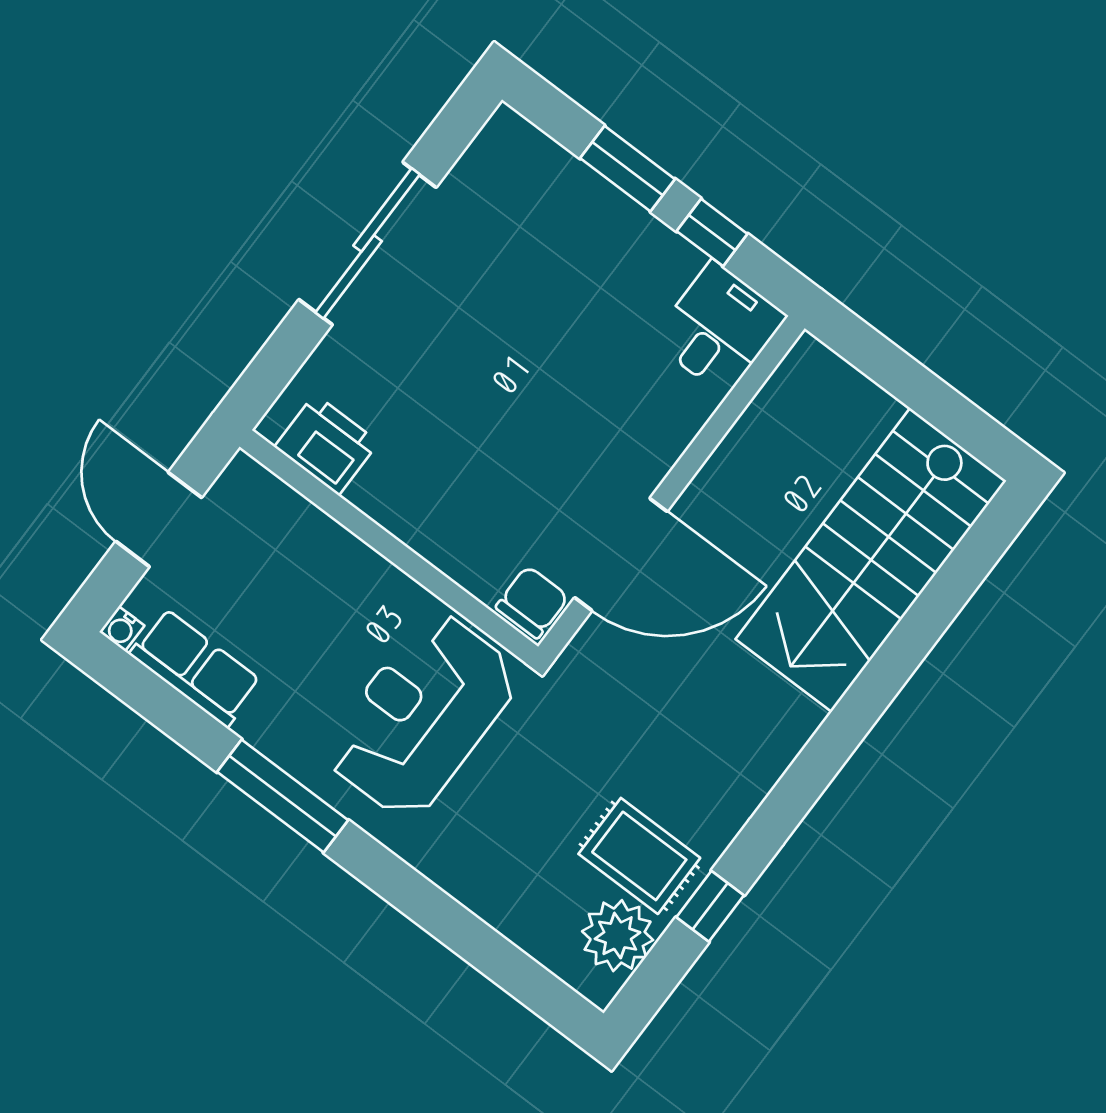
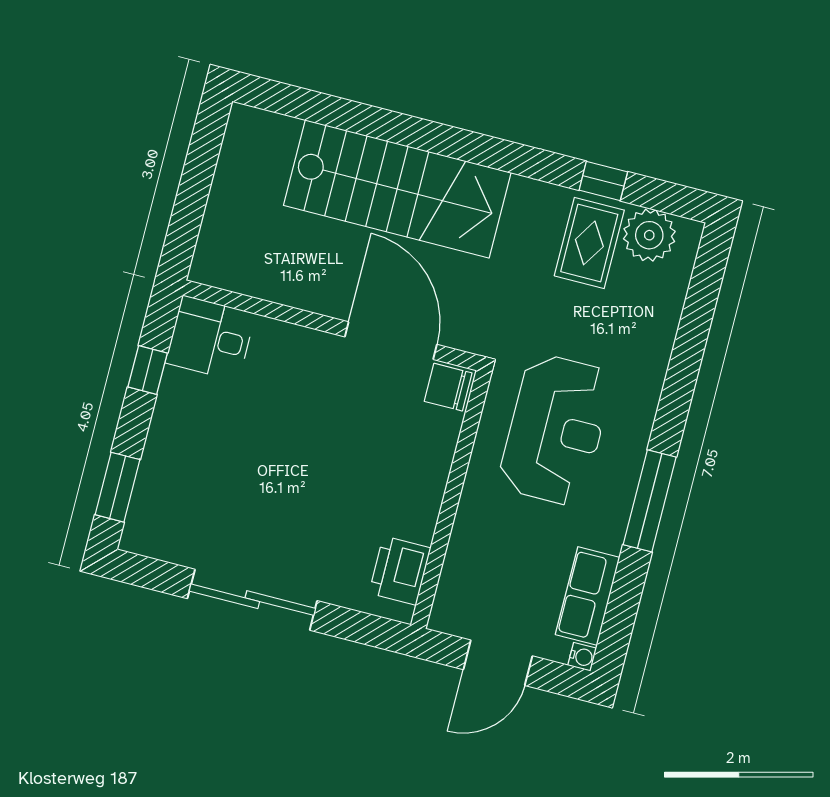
window: (628, 169) -> (118, 487), moved
stairs: (871, 560) -> (397, 189), moved
reception desk: (422, 715) -> (556, 430), turned -90

